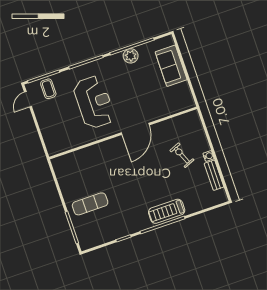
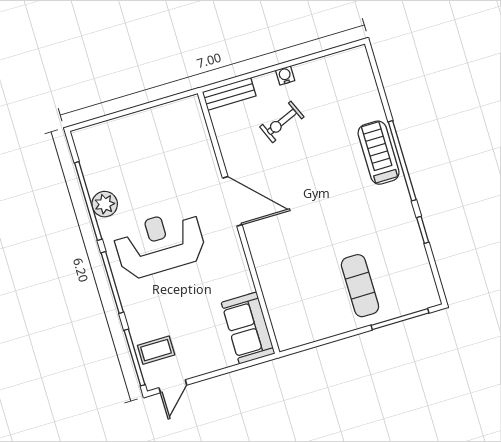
sofa: (171, 66) -> (248, 328), moved, turned 90
door: (28, 99) -> (173, 386), hinge flipped
reception desk: (94, 102) -> (160, 244), moved
bench: (214, 175) -> (229, 94), moved
treadmill: (167, 211) -> (379, 153), turned 180

